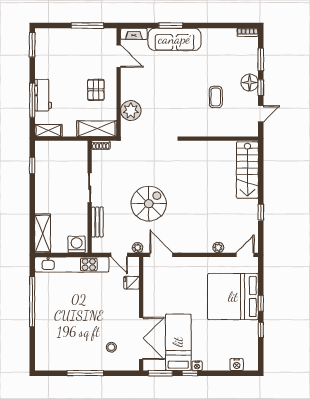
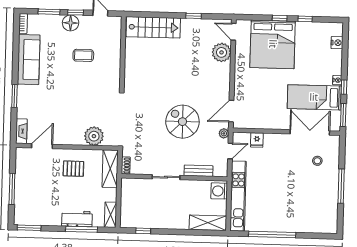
window: (87, 26) -> (12, 189), moved
sofa: (174, 39) -> (29, 60), moved
plant: (218, 248) -> (222, 52), width x1.87, depth x1.87

